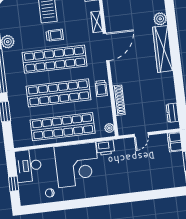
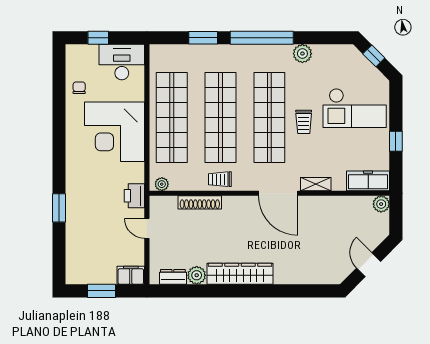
plant: (160, 19) -> (197, 275), moved
wardrobe: (163, 49) -> (240, 274), moved
printer: (105, 148) -> (134, 196), moved
window: (134, 197) -> (59, 208), added

